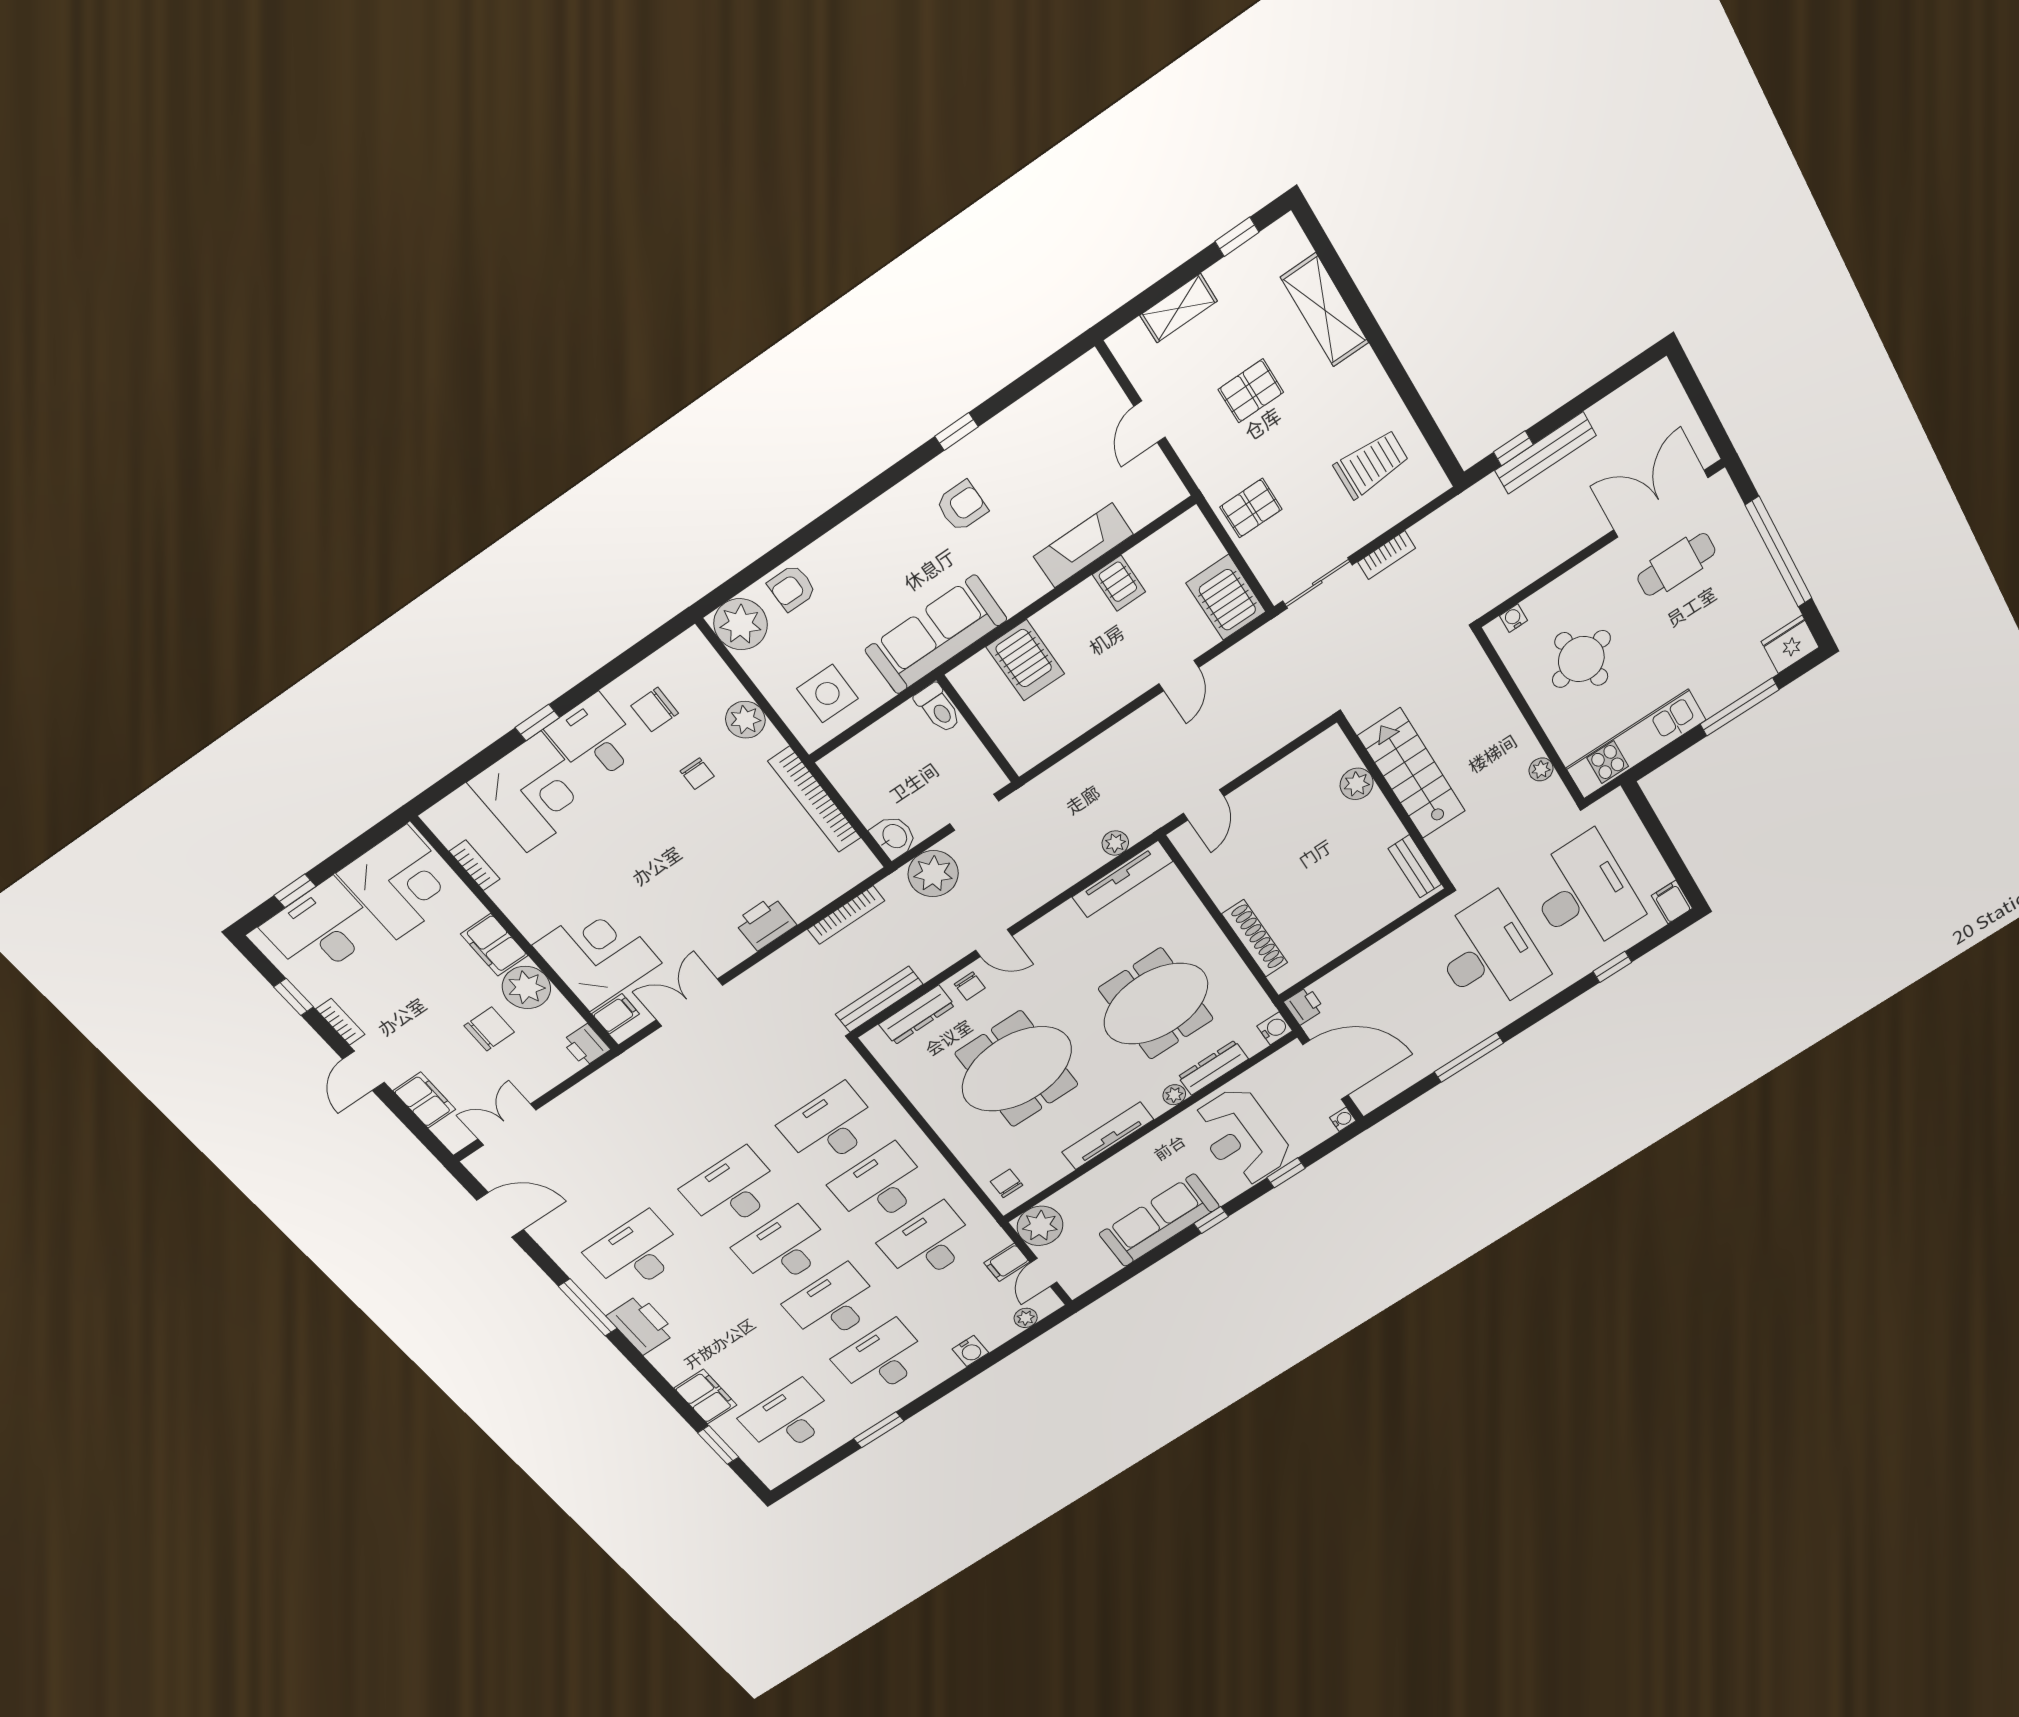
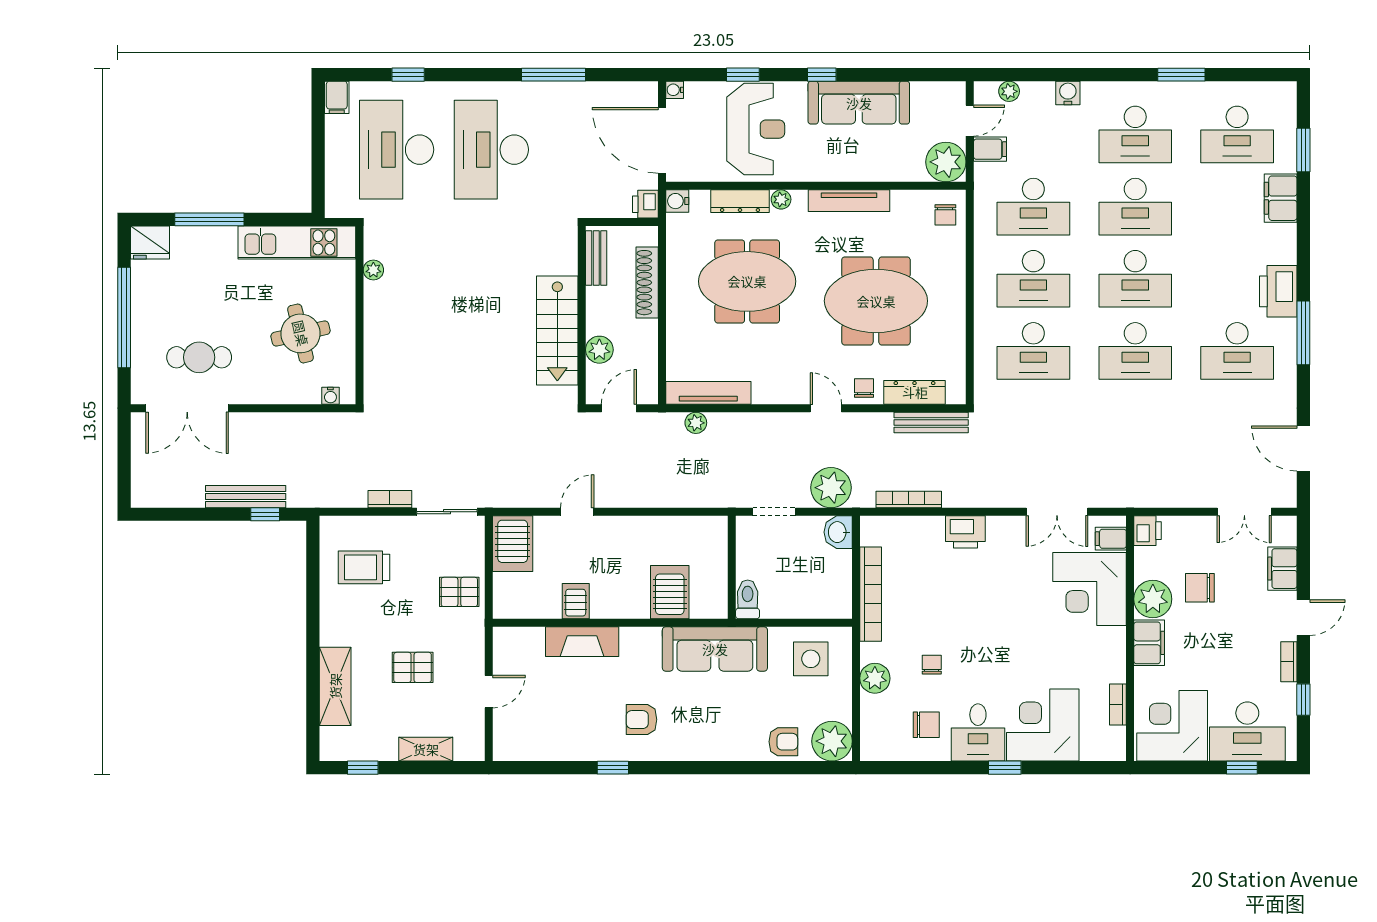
stairs: (1412, 774) -> (557, 331), moved
plant: (1357, 784) -> (599, 350), moved
wall: (1396, 804) -> (582, 315), moved
bench: (1415, 866) -> (596, 258), moved

